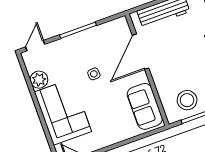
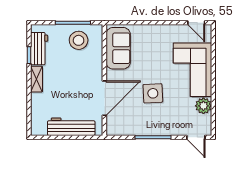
door: (35, 46) -> (196, 137), hinge flipped
side table: (94, 74) -> (153, 93), width x1.87, depth x1.87

